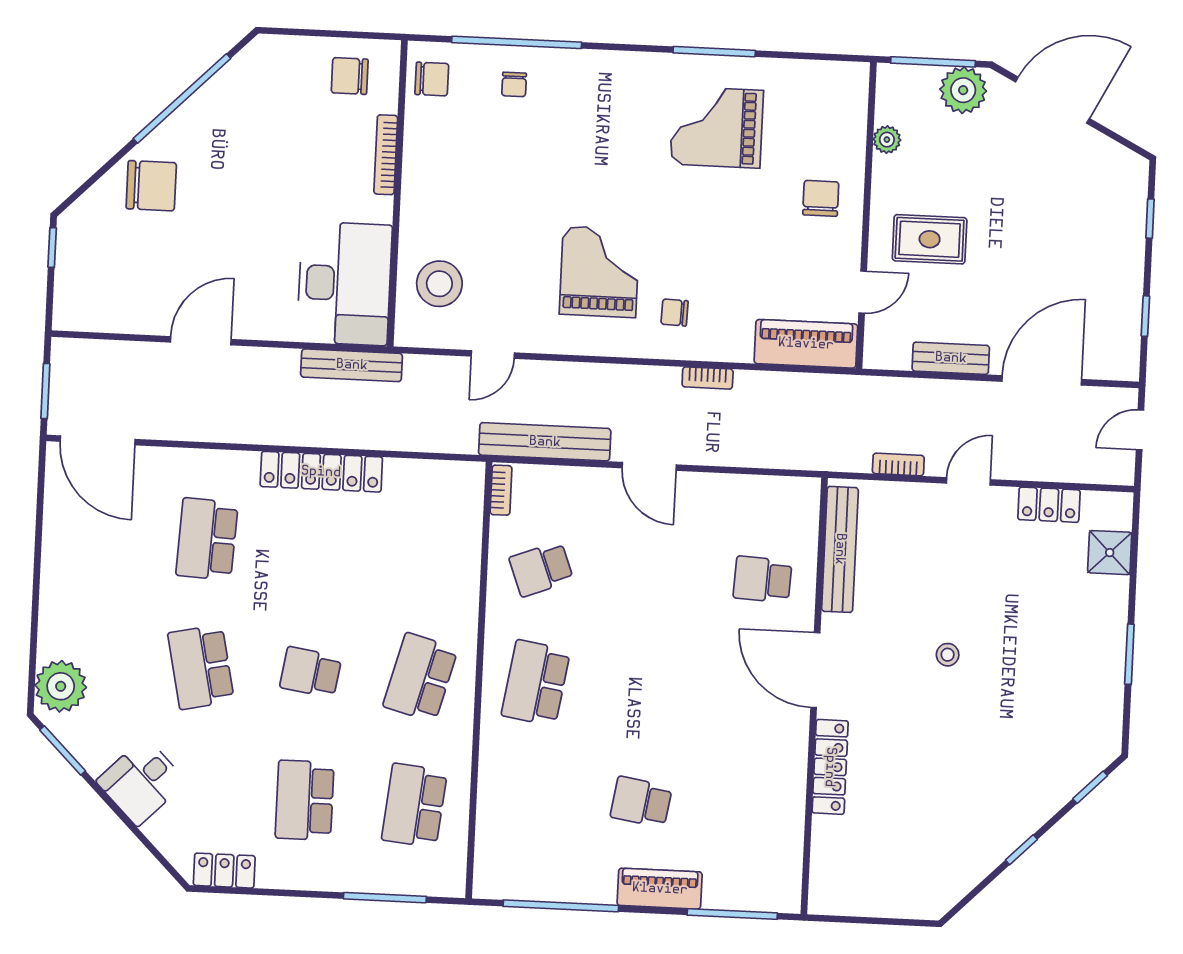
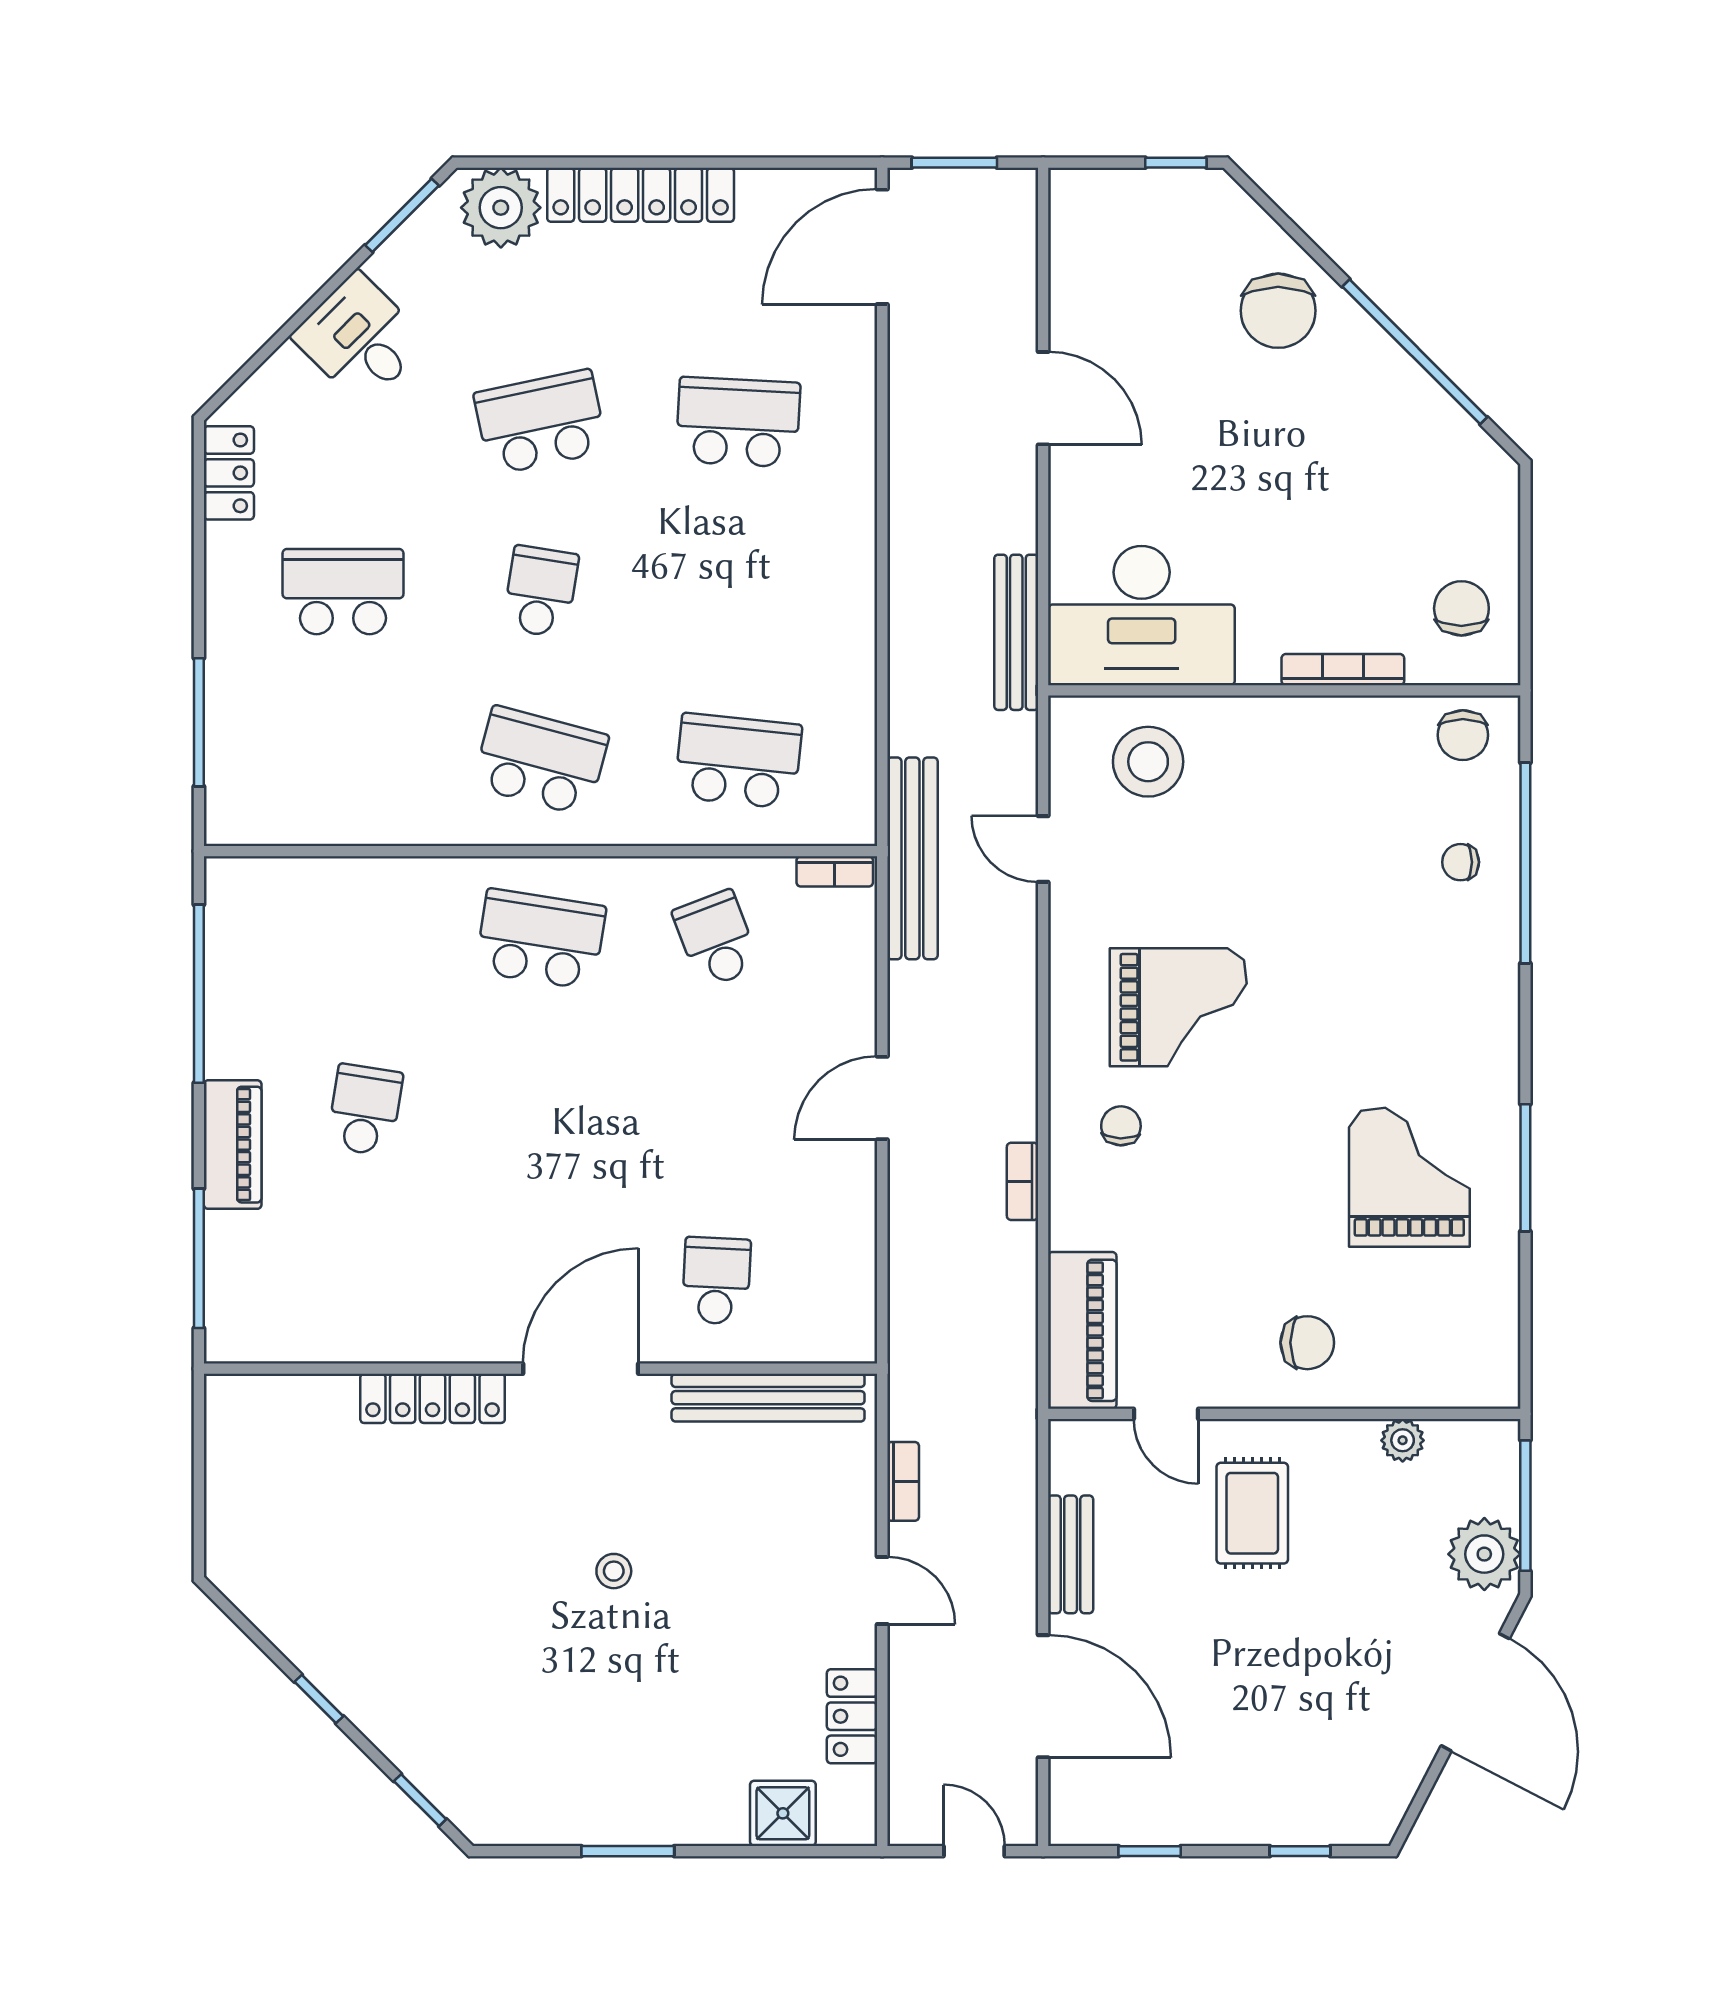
bench: (545, 442) -> (912, 858), moved
locker: (321, 472) -> (641, 195), moved, turned -90
school desk: (414, 805) -> (738, 761), moved

